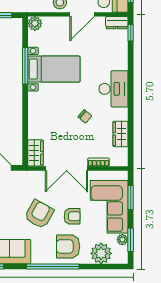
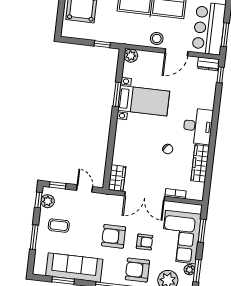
window: (25, 66) -> (117, 94), width x0.69
wardrobe: (120, 134) -> (200, 163), width x1.50
armchair: (39, 214) -> (114, 236), turned -119

